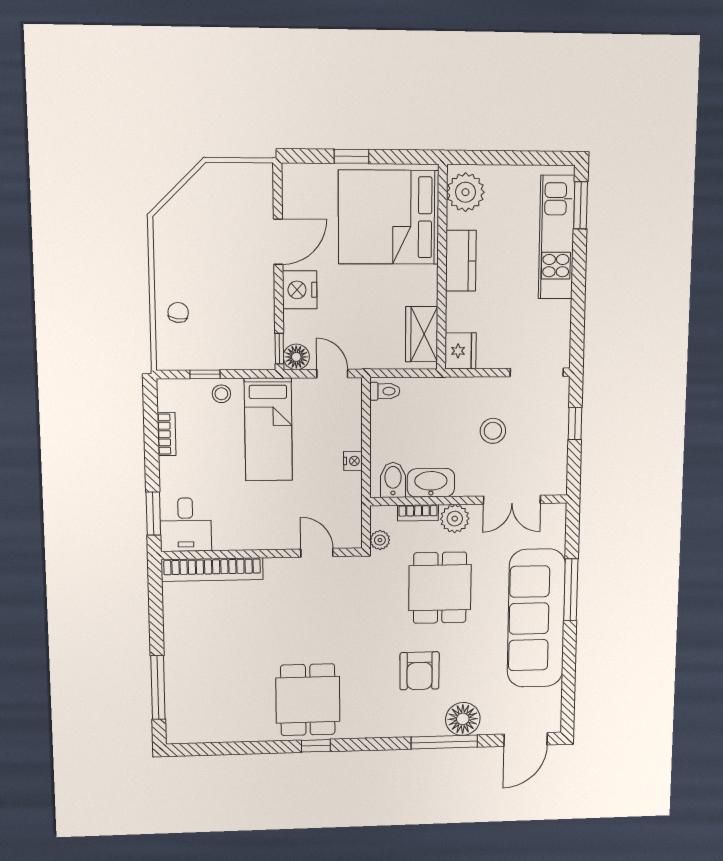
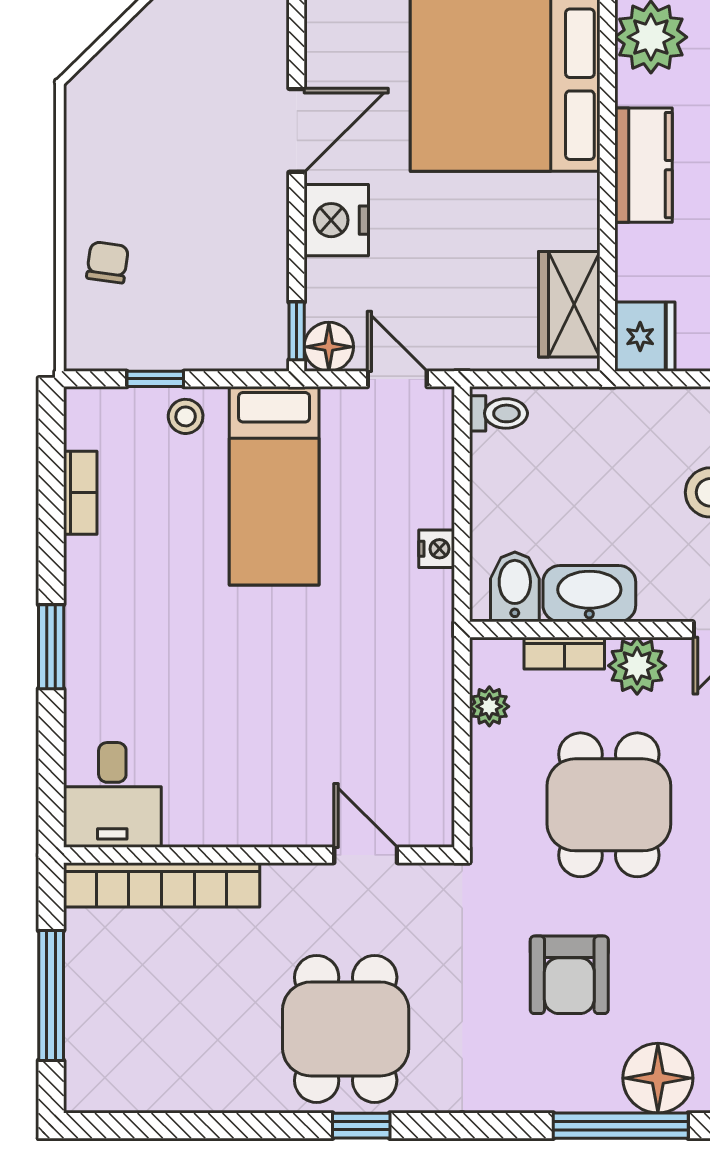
desk: (186, 525) -> (112, 795), moved
door: (317, 553) -> (366, 855), moved
wall: (262, 554) -> (259, 855), moved
bookcase: (212, 570) -> (162, 885), moved

